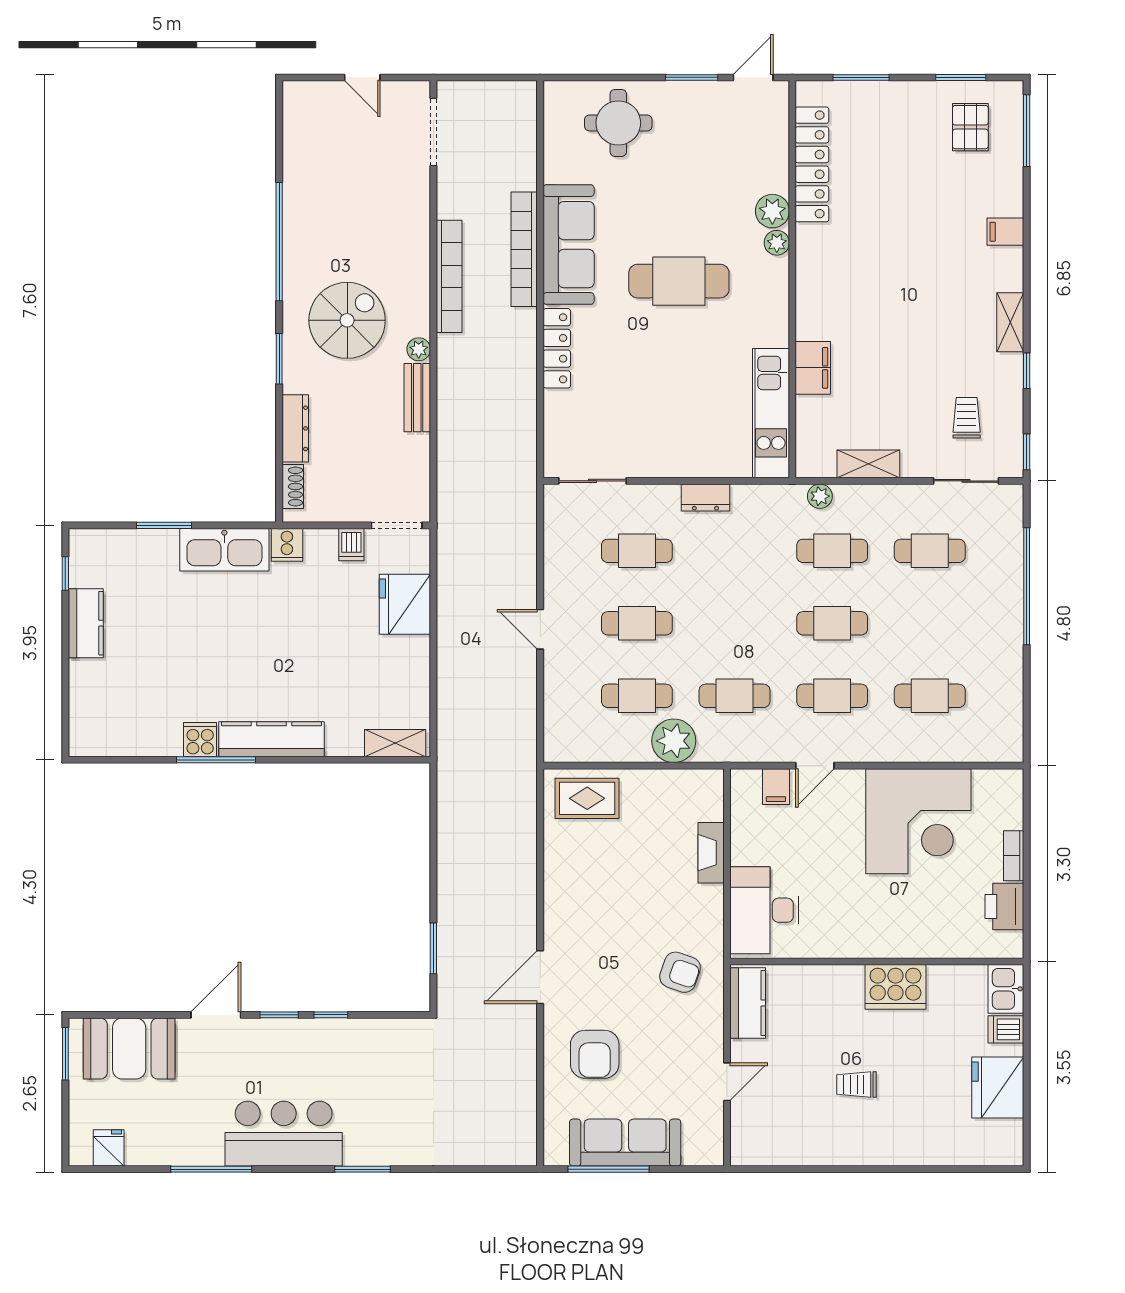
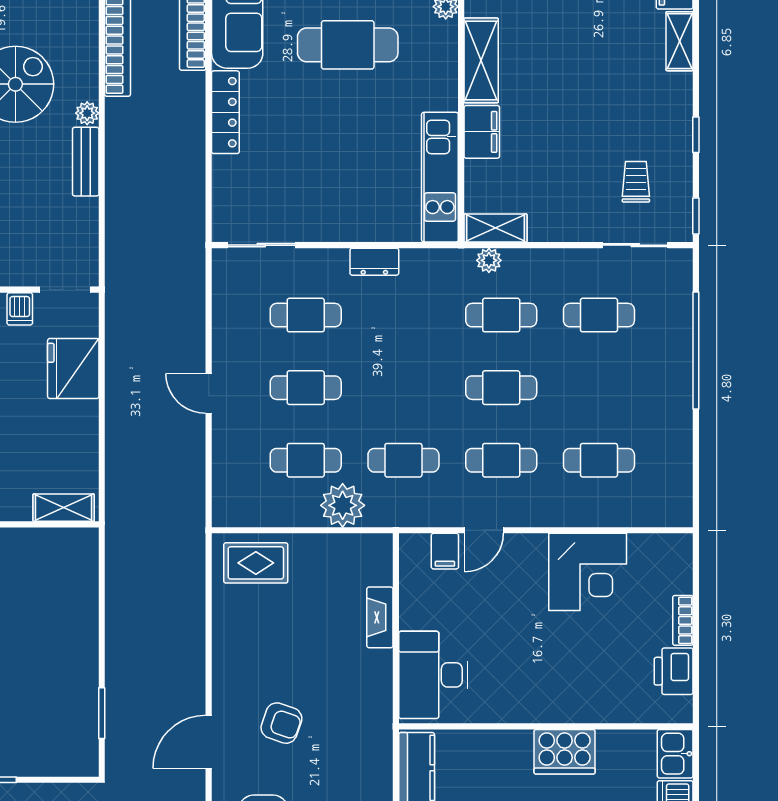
shelving: (812, 297) -> (481, 60), added
shelving: (1010, 322) -> (680, 41), moved
shelving: (868, 464) -> (496, 228), moved
corner desk: (918, 821) -> (588, 572), width x0.74, depth x0.74
armchair: (680, 972) -> (281, 723), moved

